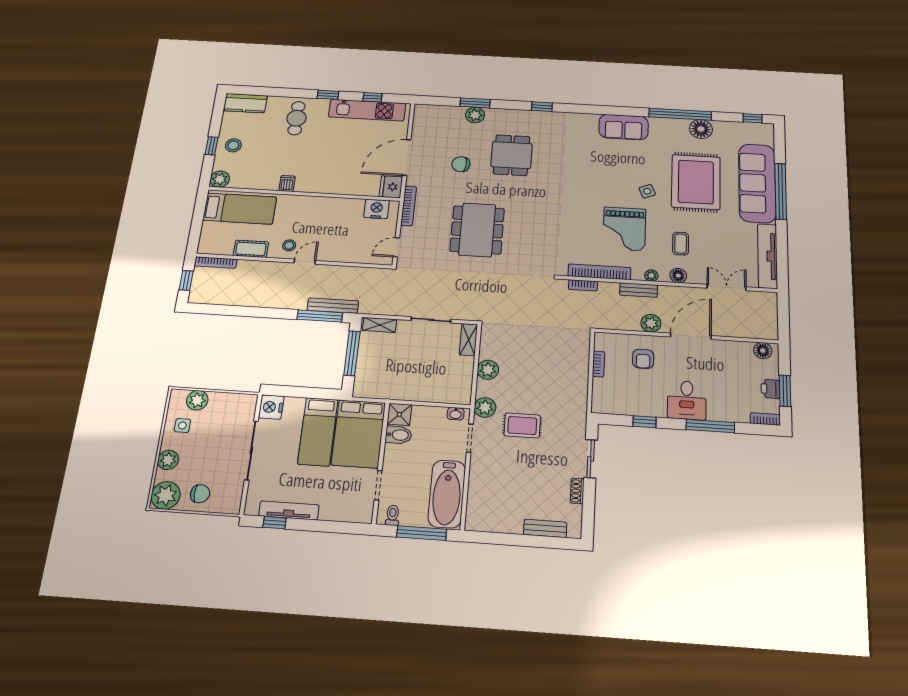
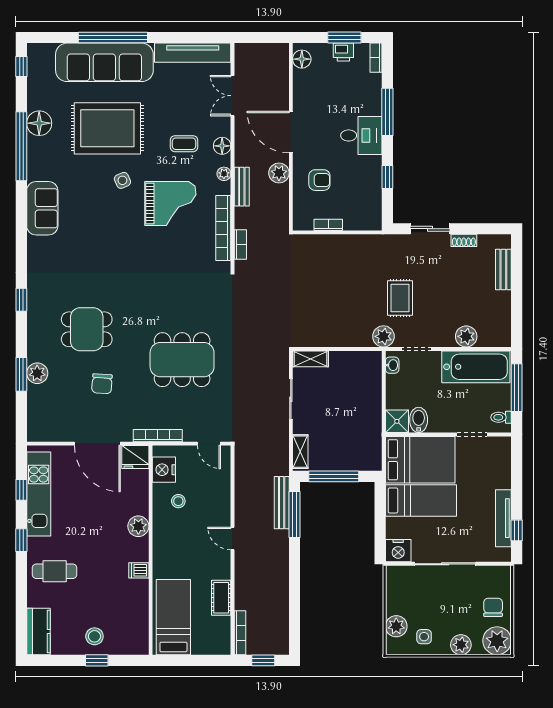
plant: (220, 179) -> (138, 526), moved
stool: (289, 245) -> (178, 501), moved
plant: (488, 370) -> (466, 336), moved

